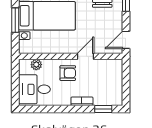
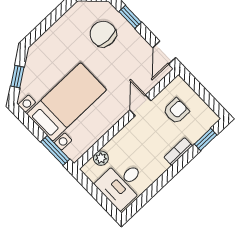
window: (15, 20) -> (55, 151), moved
armchair: (68, 73) -> (176, 111), moved

